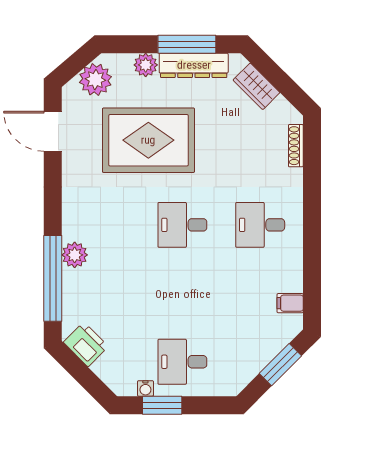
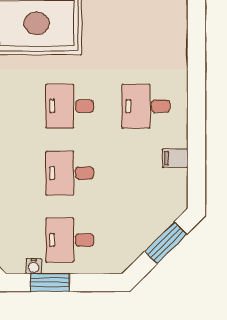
shoe rack: (296, 146) -> (181, 29), removed
desk: (182, 293) -> (70, 173), added
filing cabinet: (290, 303) -> (175, 158), moved

